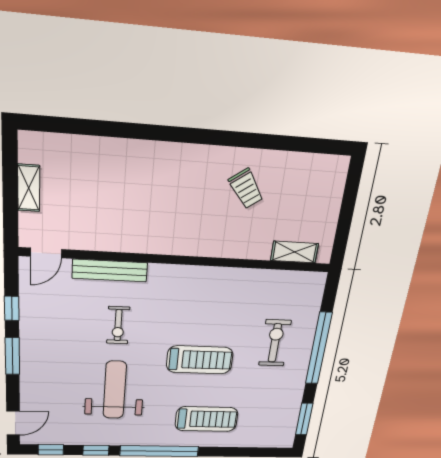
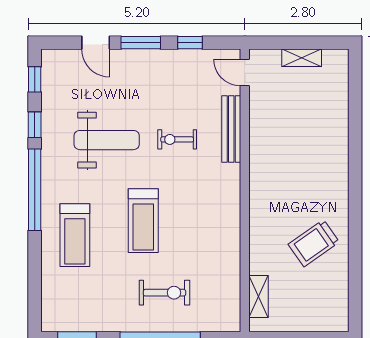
trolley: (246, 189) -> (314, 243), width x1.36, depth x1.39
door: (13, 423) -> (96, 43), moved

